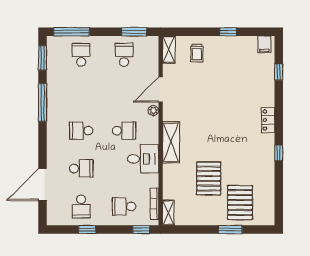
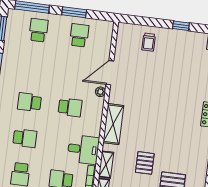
window: (134, 32) -> (74, 12), moved
shelving: (169, 50) -> (106, 165), moved
desk: (143, 159) -> (83, 149), moved
pallet: (209, 178) -> (145, 163), width x0.67, depth x0.71

